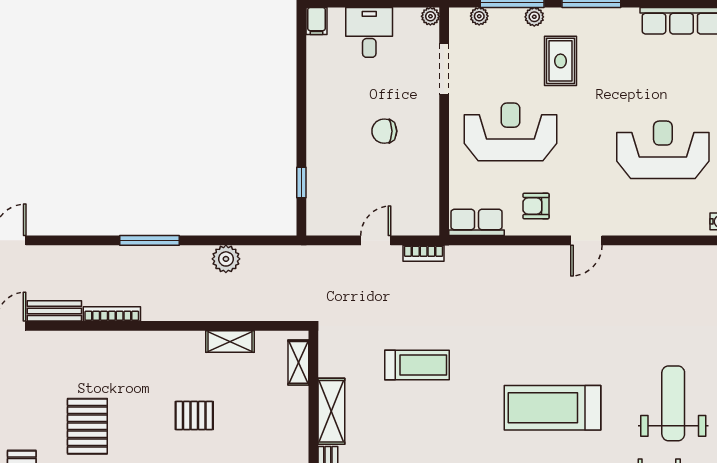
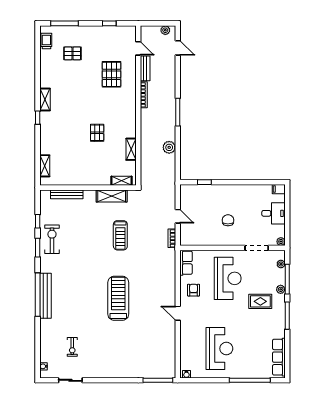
weight bench: (673, 403) -> (103, 353), removed
treadmill: (553, 408) -> (118, 298), moved
shelving: (331, 411) -> (112, 196), moved
pallet: (87, 426) -> (112, 74), moved, turned 90

